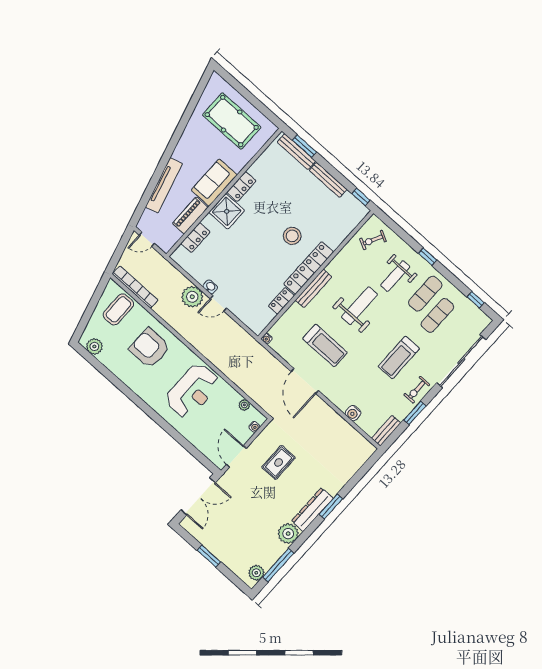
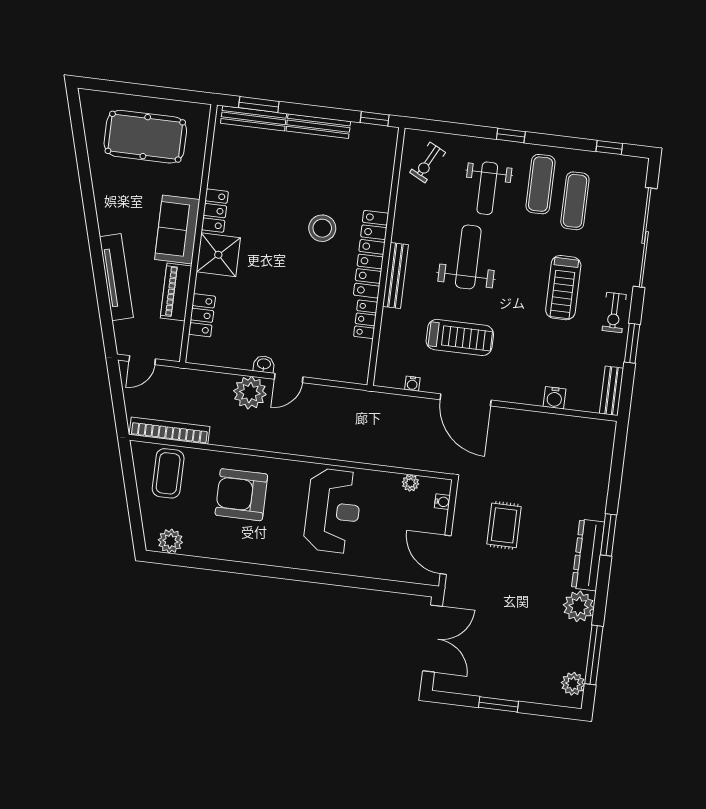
water cooler: (267, 339) -> (412, 384), moved

